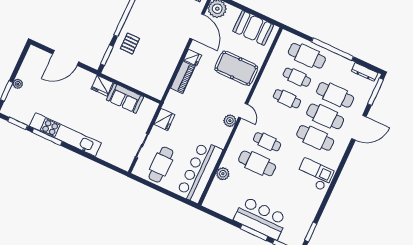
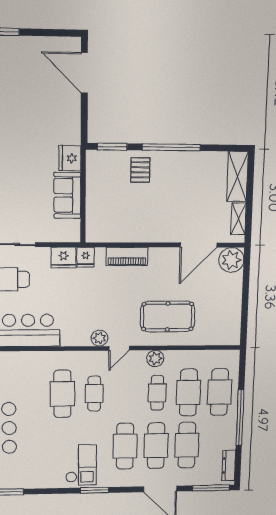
booth: (253, 28) -> (226, 314), removed
pallet: (130, 44) -> (140, 170), turned 90
door: (66, 58) -> (84, 73), moved
fridge: (192, 58) -> (86, 257), moved
pool table: (236, 68) -> (168, 316), turned 90
cafe table: (297, 77) -> (188, 392), width x1.37, depth x1.35
plant: (18, 84) -> (21, 43), removed
plant: (223, 174) -> (155, 358), moved
window: (338, 174) -> (94, 490), added

